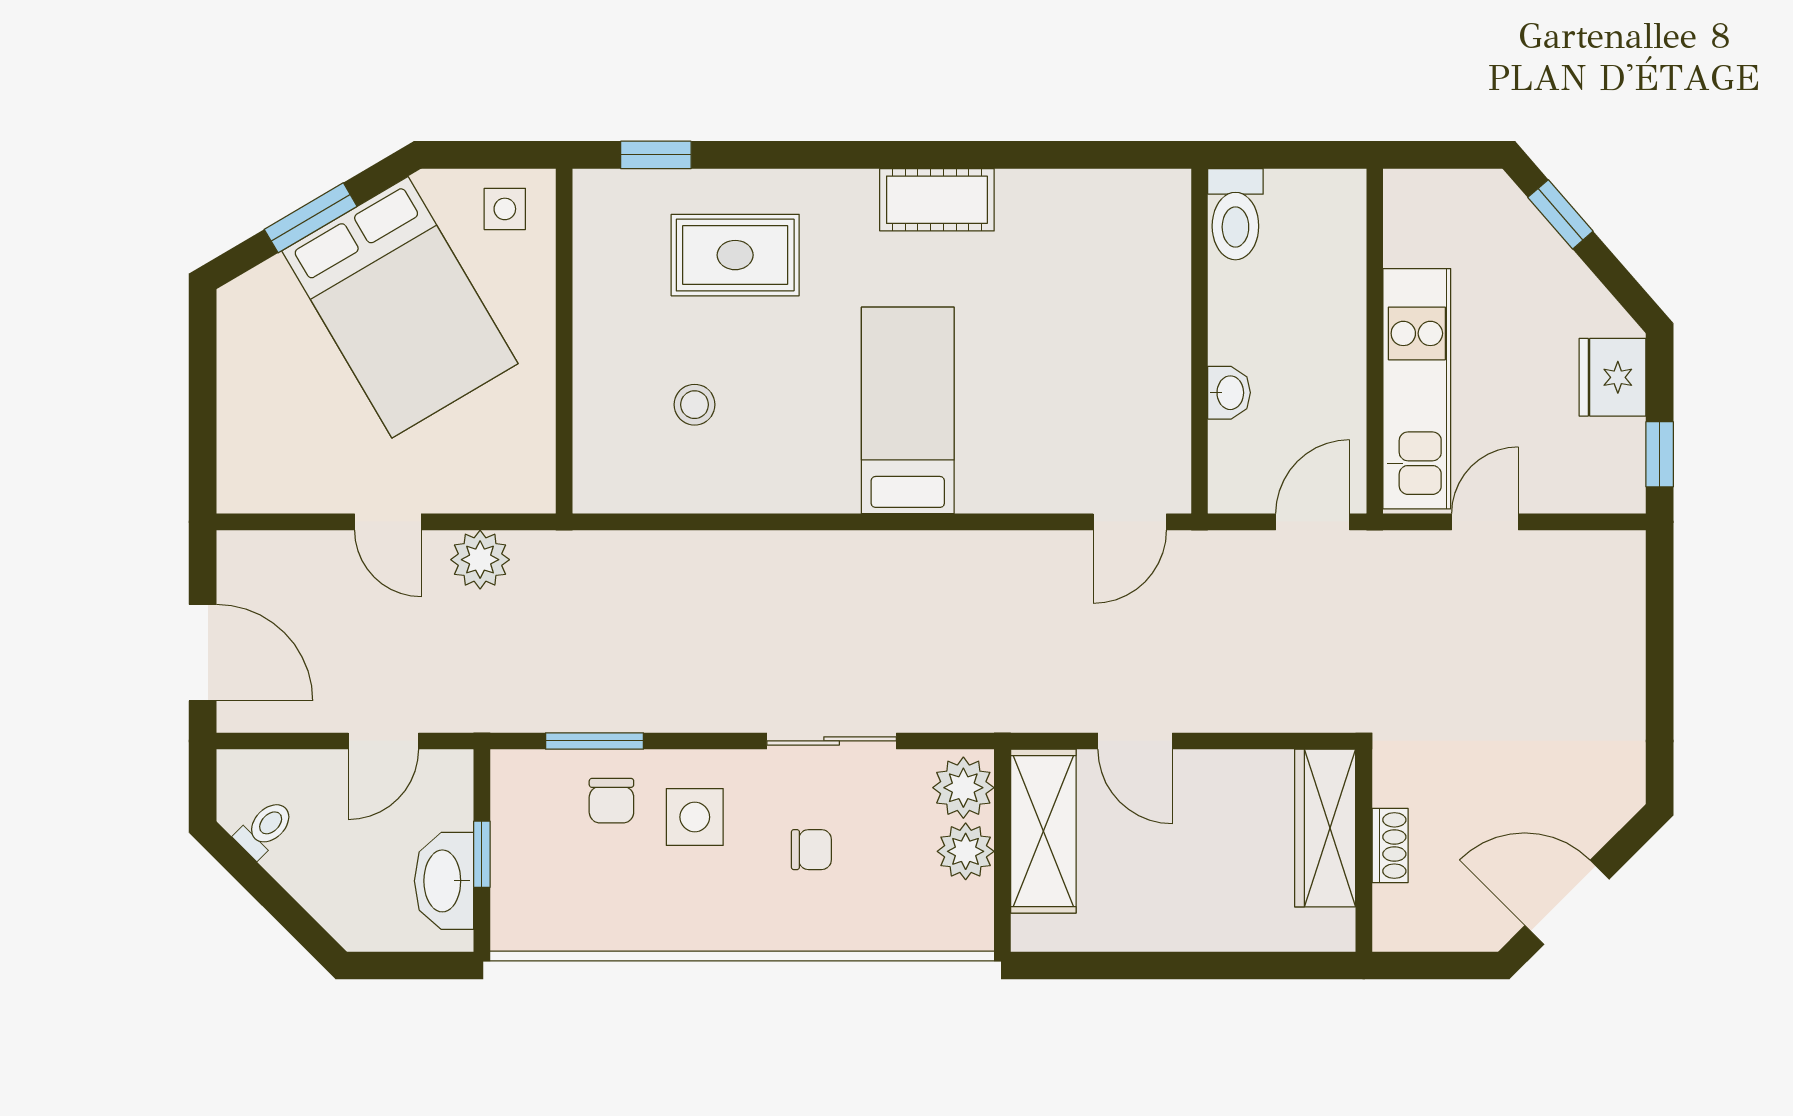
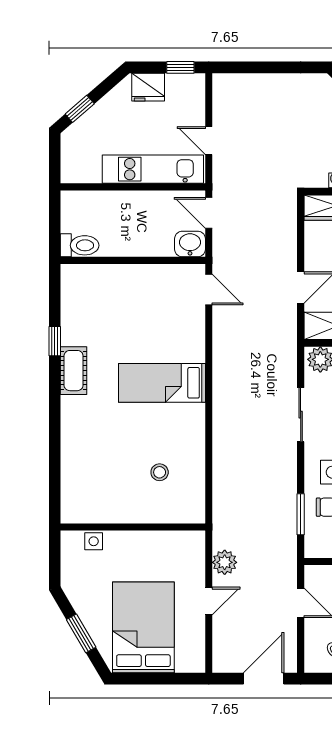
window: (656, 155) -> (55, 341), moved
side table: (505, 209) -> (94, 541), moved
rug: (735, 255) -> (97, 455), removed
bed: (400, 307) -> (143, 627), moved, turned -60
washbasin: (1229, 393) -> (190, 244), moved, width x1.38, depth x1.45

